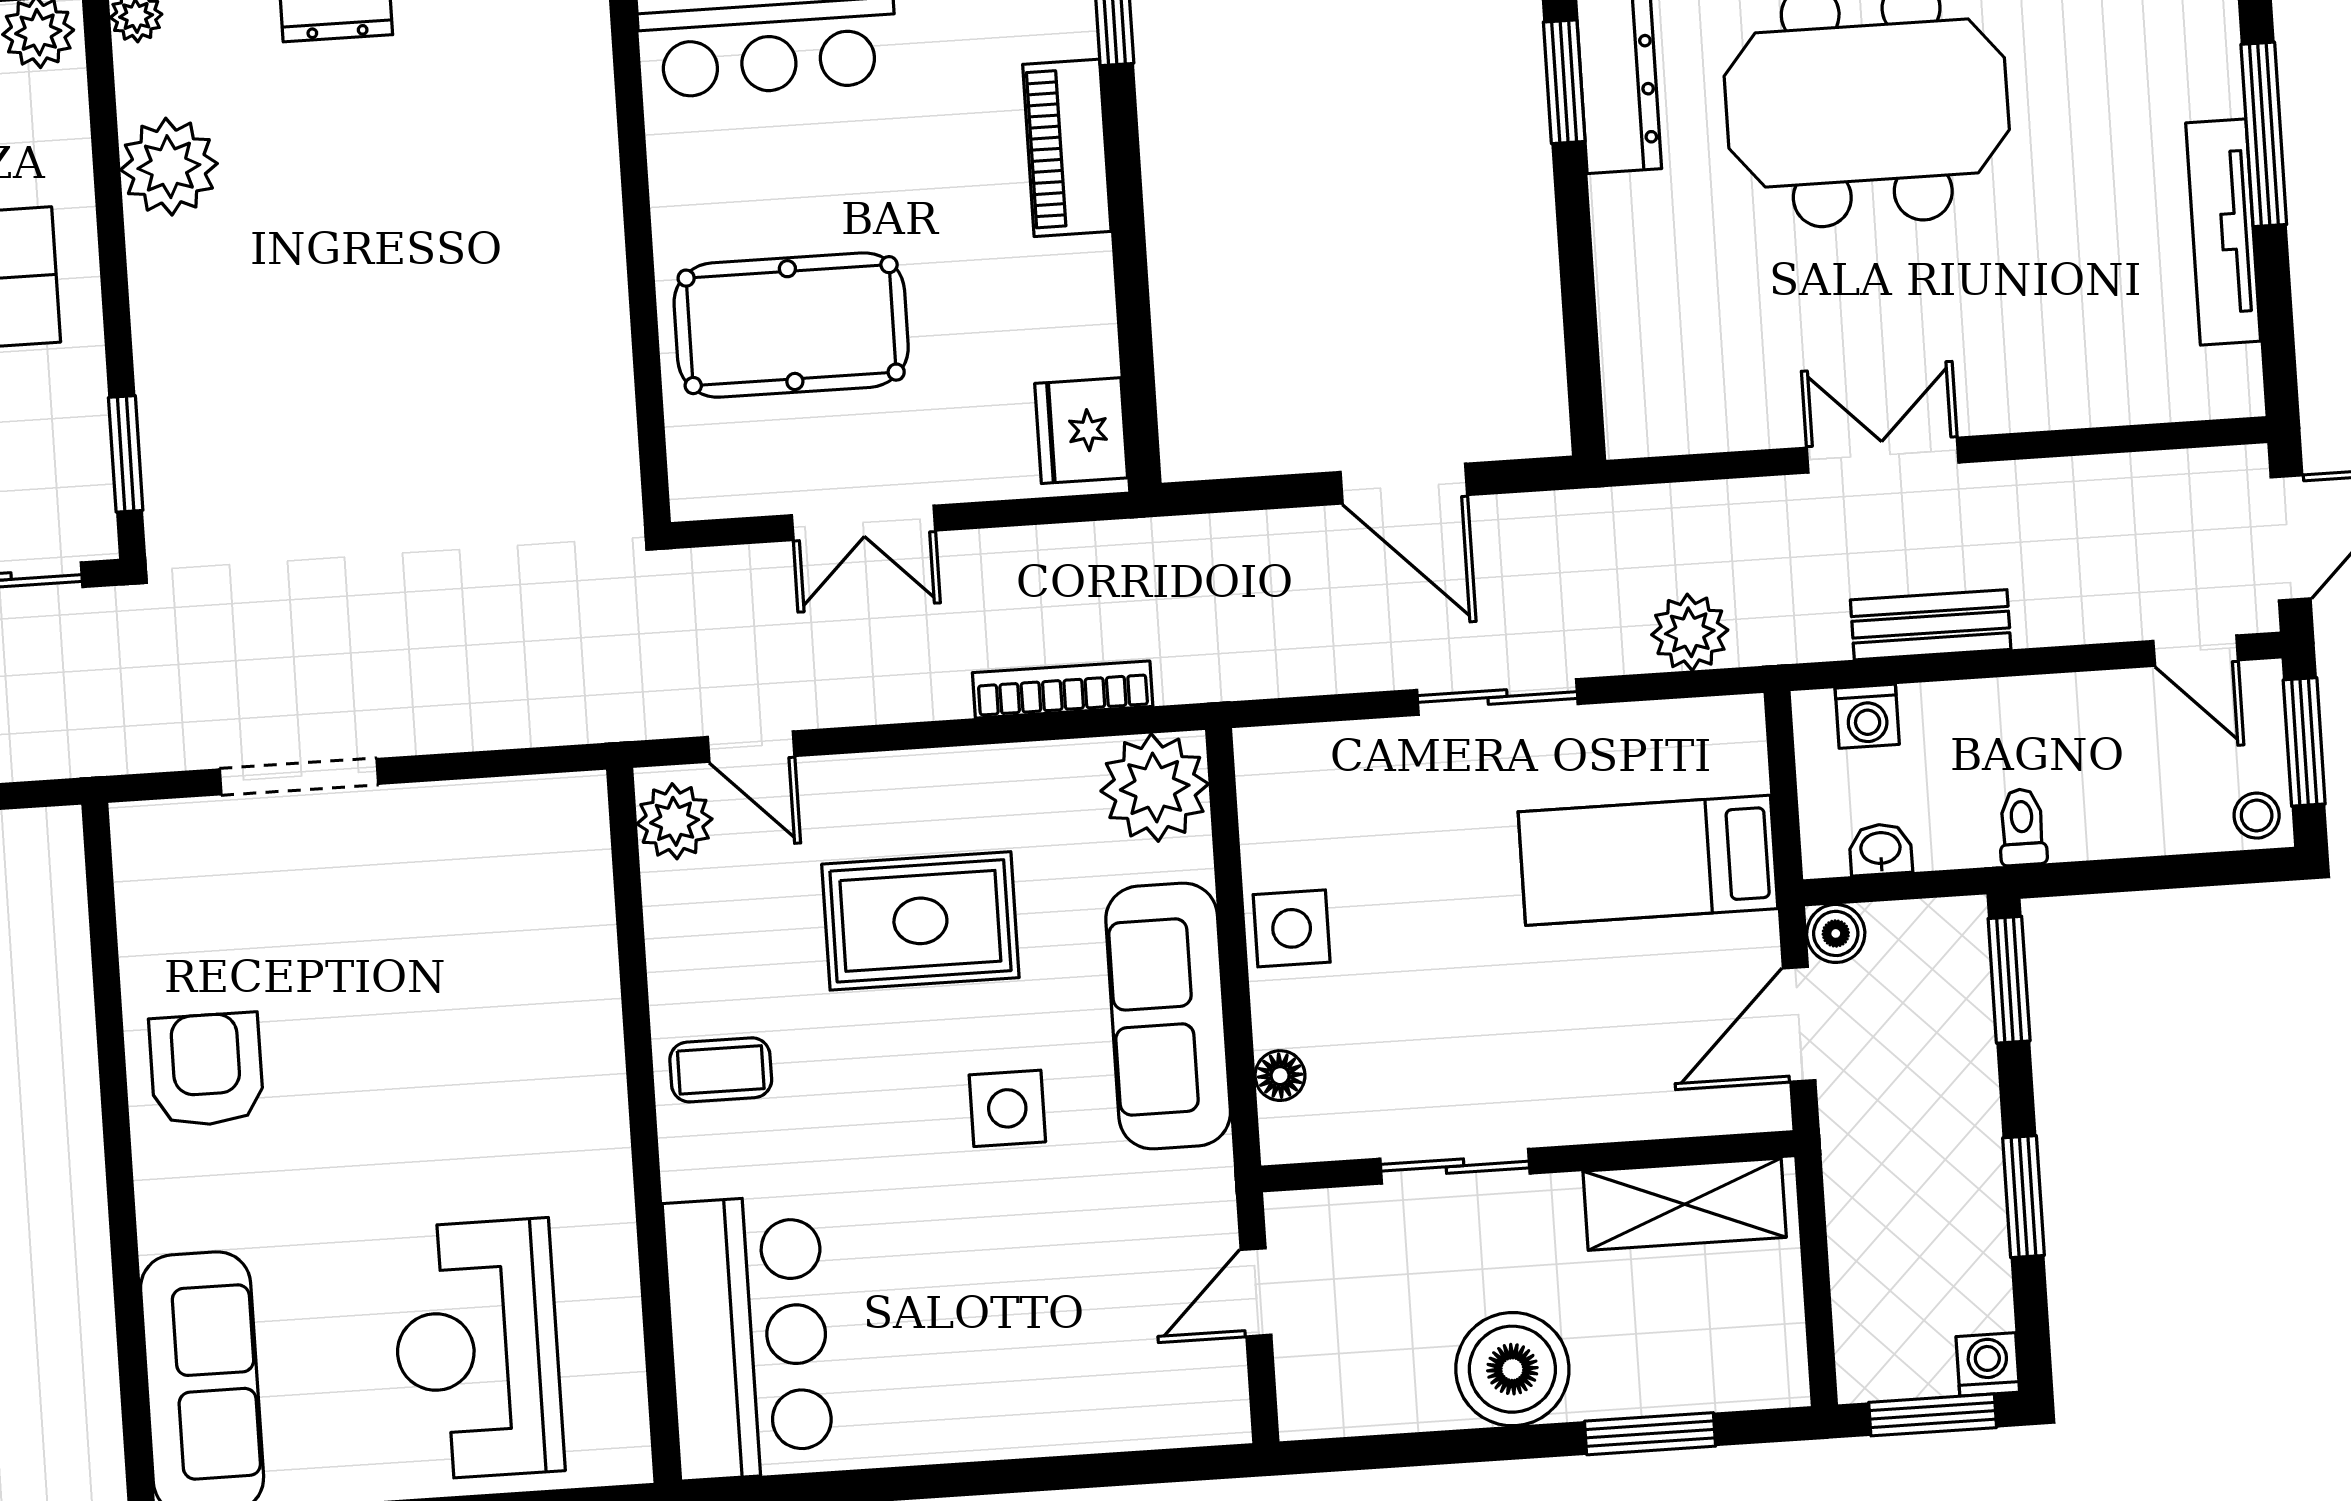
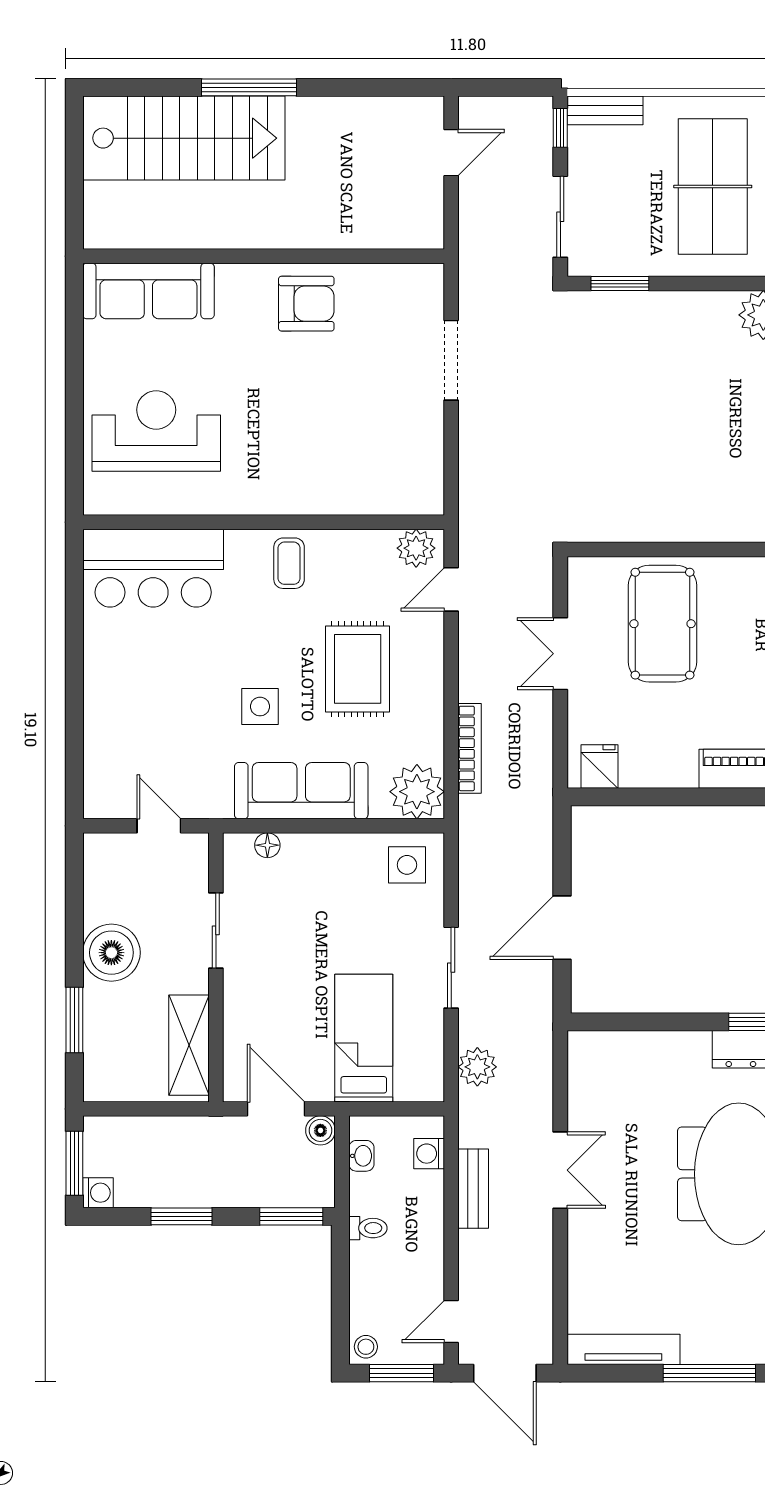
tv unit: (2223, 232) -> (623, 1349), moved
fridge: (1081, 431) -> (600, 766), width x0.72
side table: (1292, 928) -> (407, 865), moved

